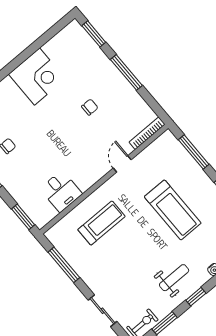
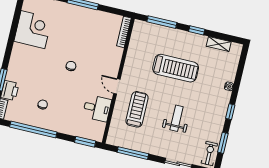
corner desk: (37, 76) -> (33, 30), moved
chair: (90, 107) -> (71, 66), moved
door: (122, 164) -> (117, 86), moved
weight bench: (174, 278) -> (177, 118), moved

